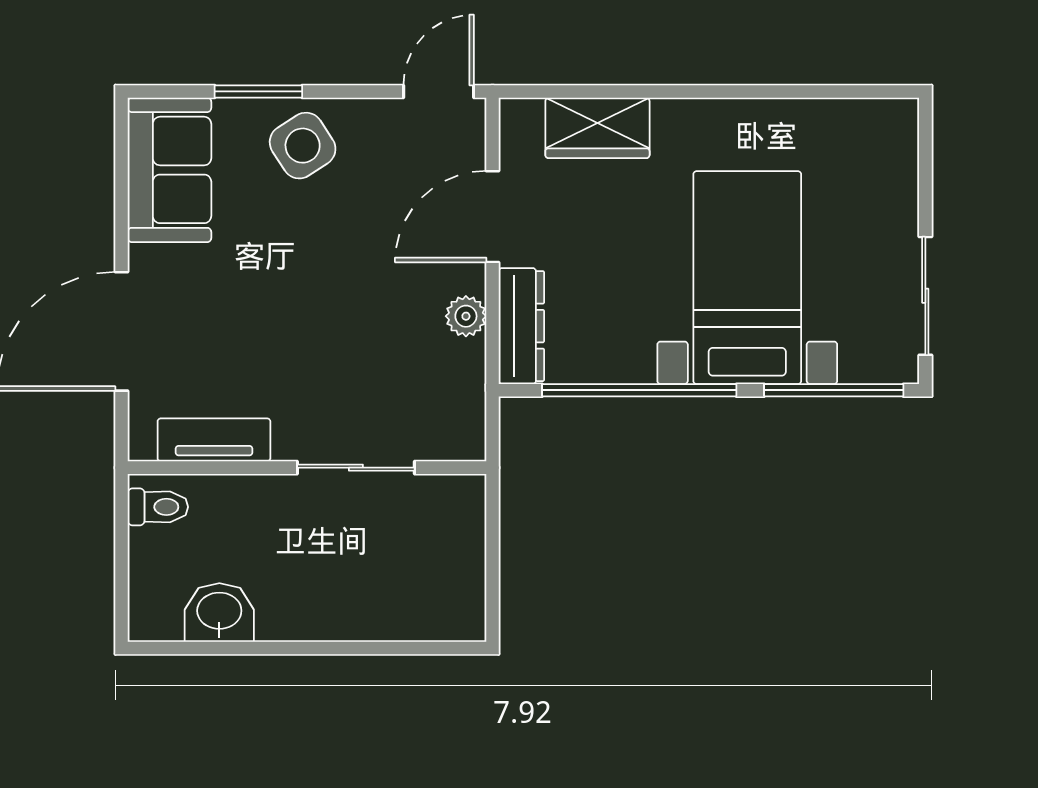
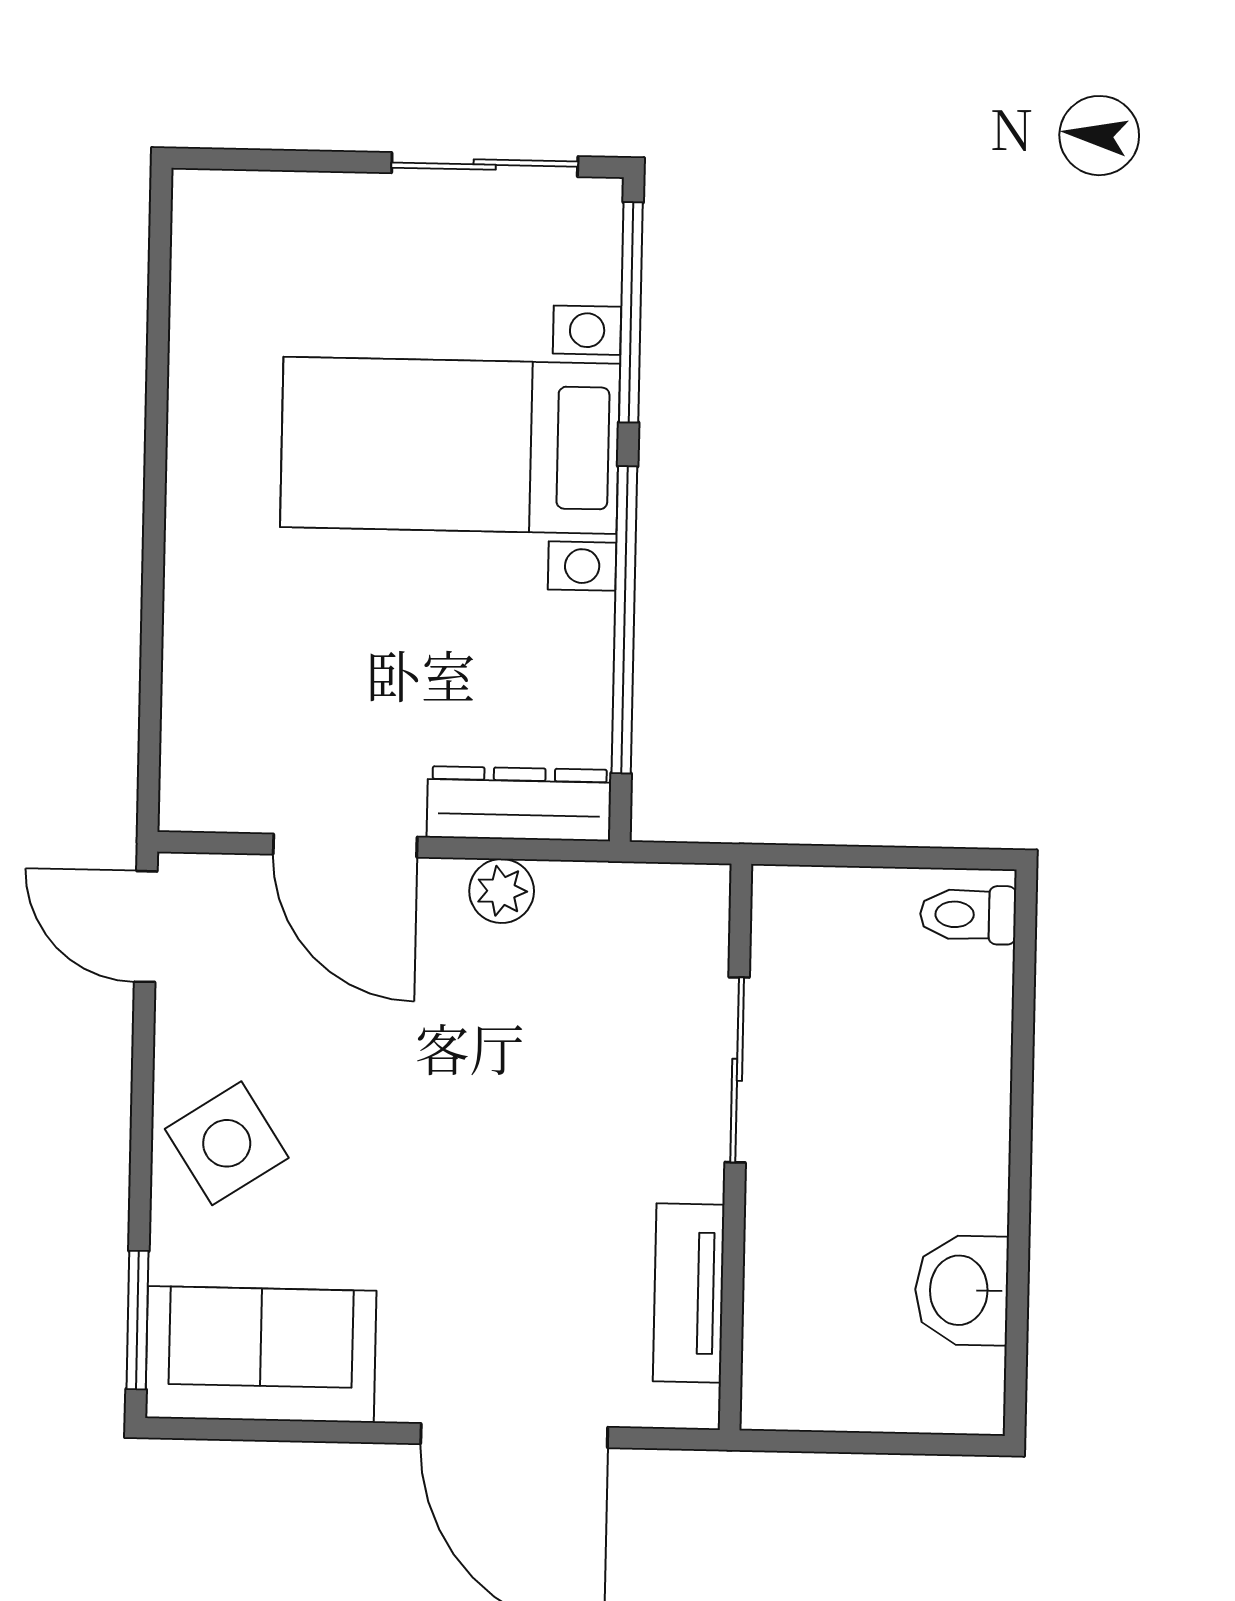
window: (258, 91) -> (137, 1320), moved
wardrobe: (597, 128) -> (208, 677), removed
toilet: (158, 507) -> (968, 915), moved, turned -90

